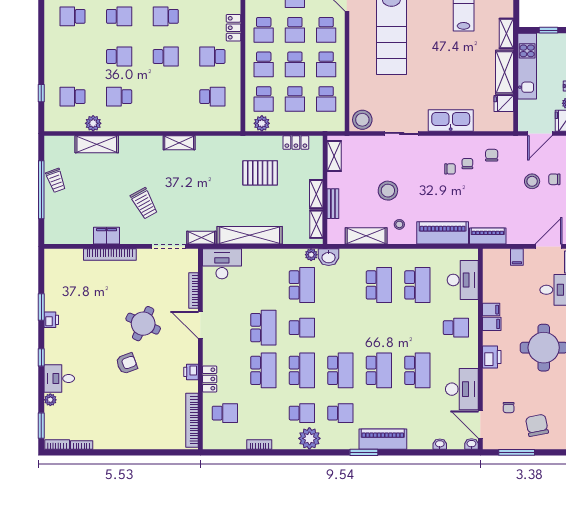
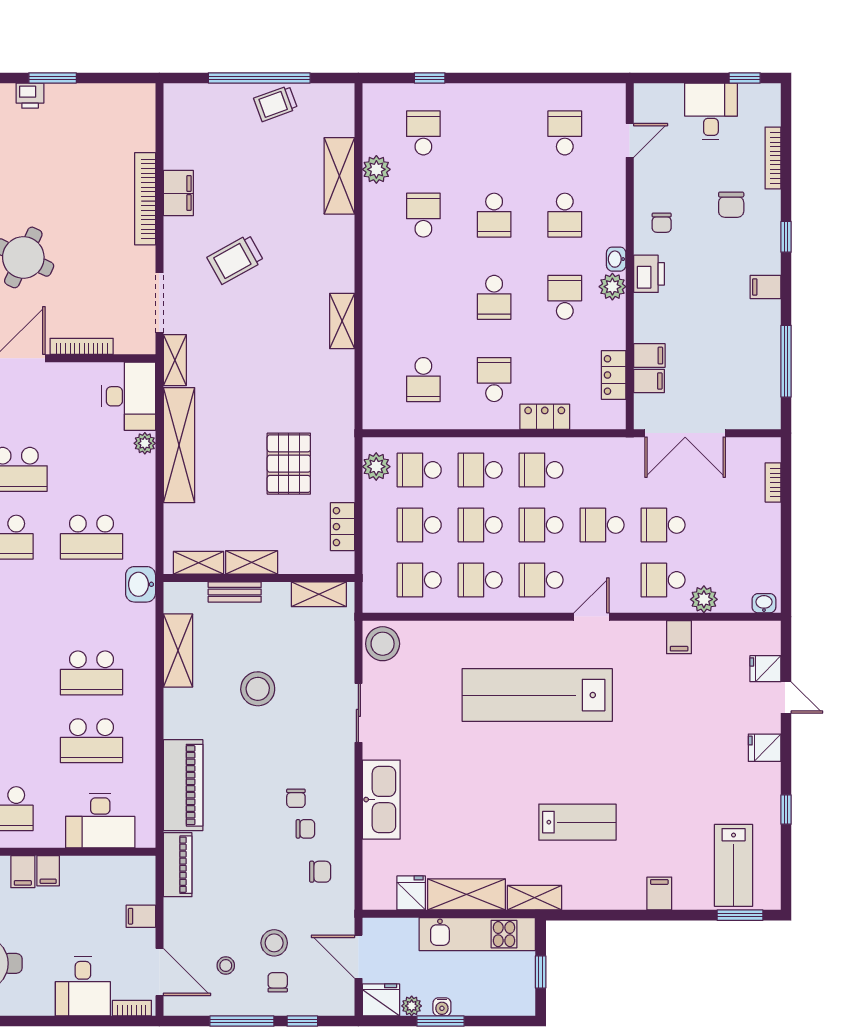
stool: (399, 224) -> (226, 966), moved
plant: (311, 255) -> (145, 443), moved

